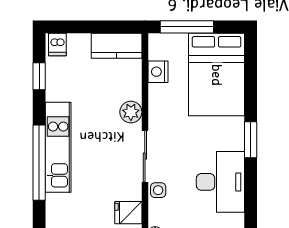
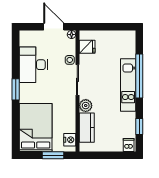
window: (187, 27) -> (53, 155), width x0.69
kitchen counter: (117, 46) -> (87, 128), moved, turned 90
nightstand: (158, 72) -> (70, 140), moved

